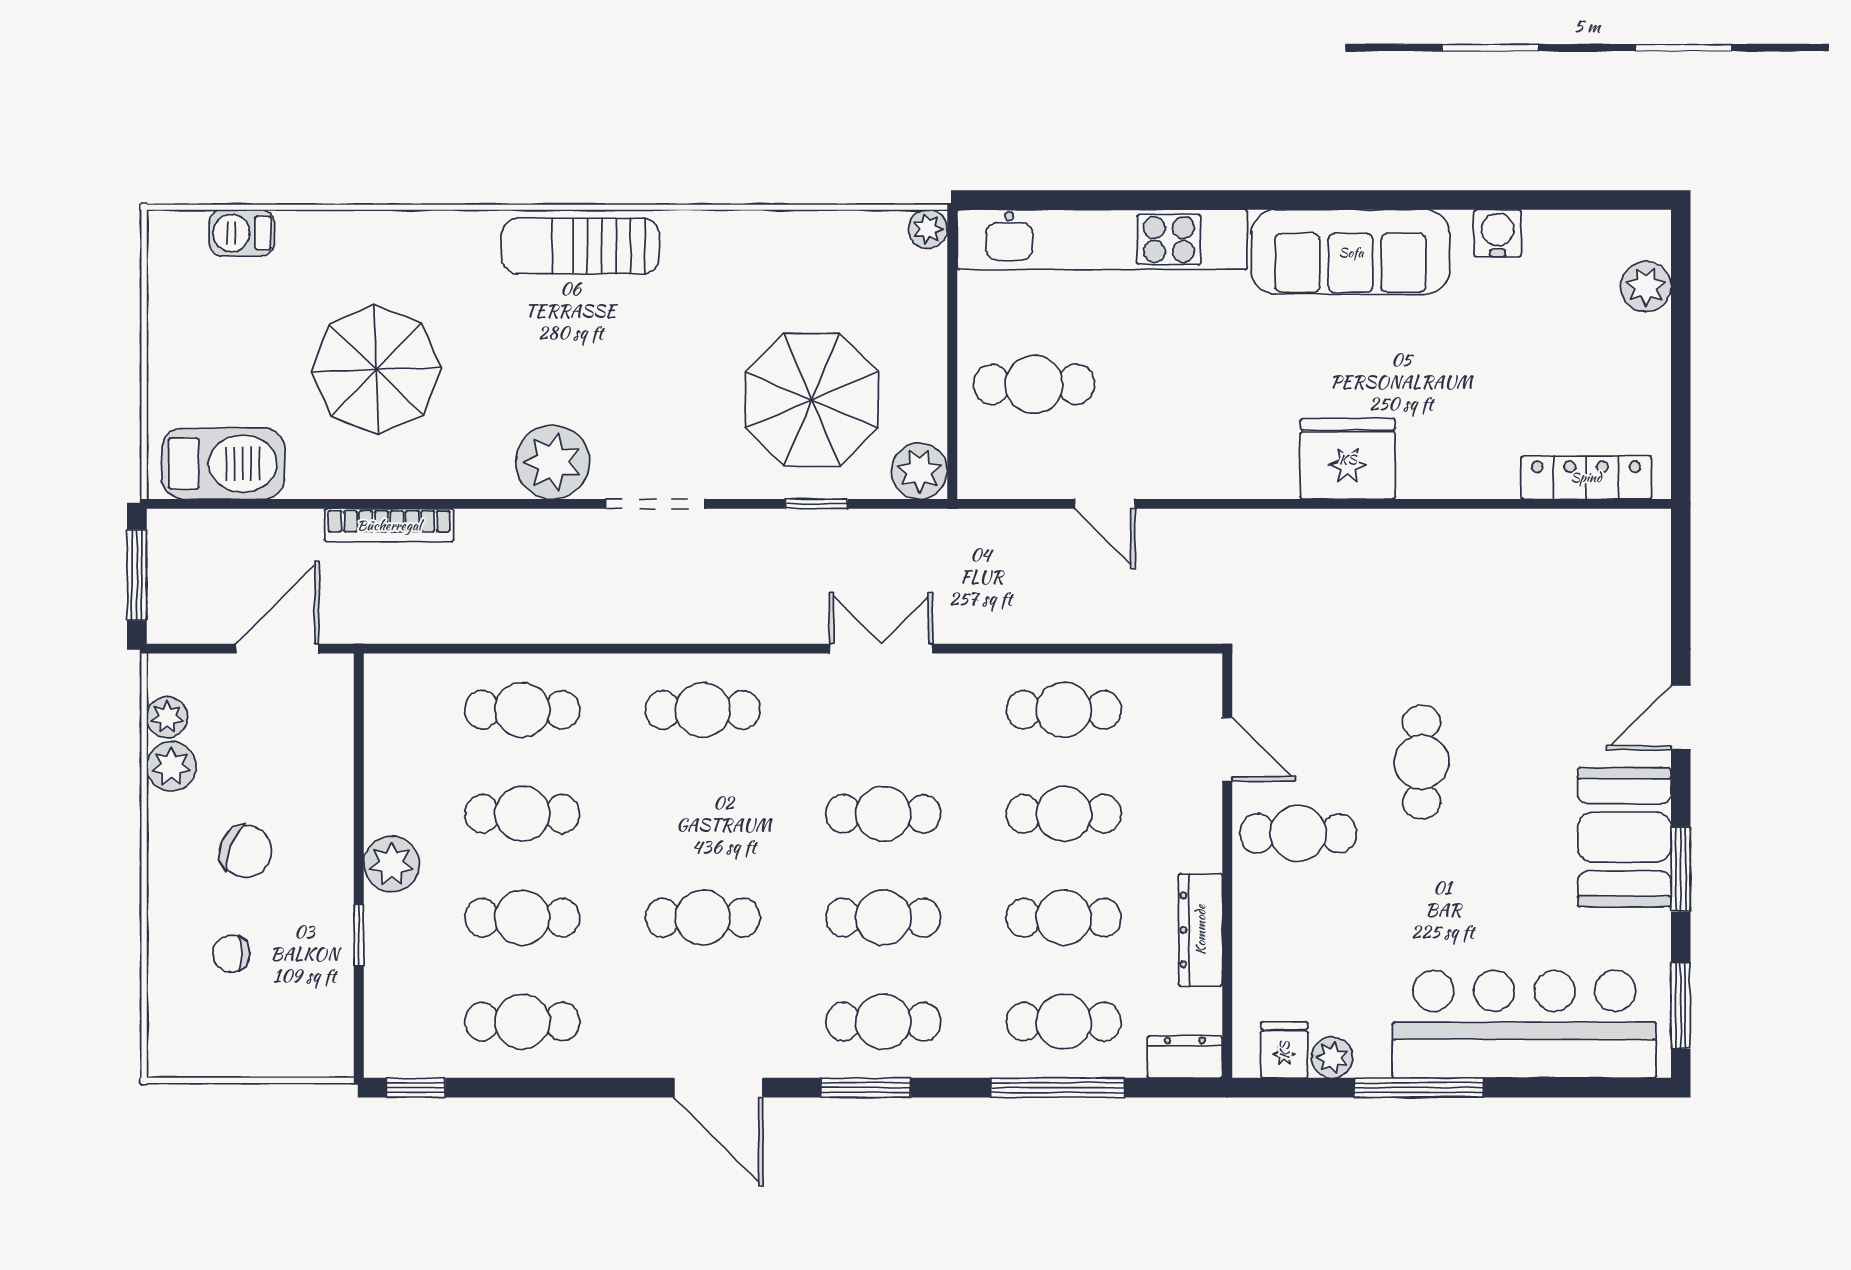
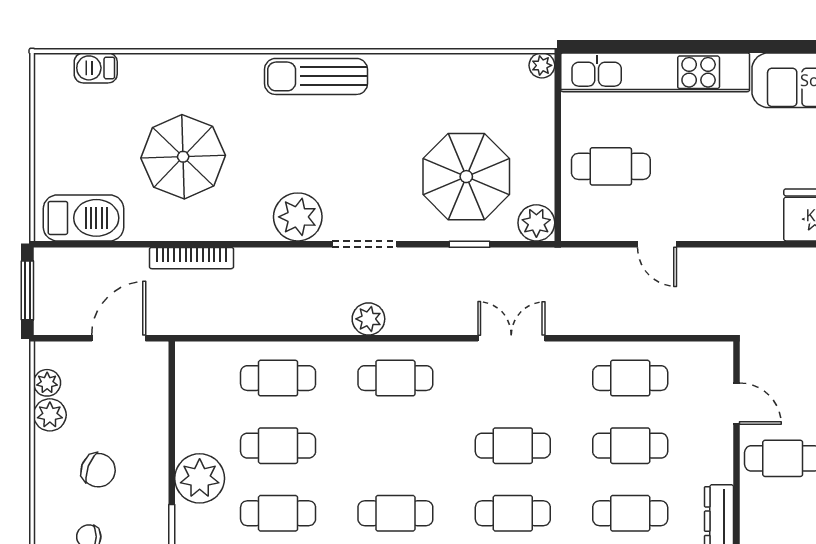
plant: (661, 619) -> (368, 319), added
plant: (391, 864) -> (200, 478), width x1.36, depth x1.36

